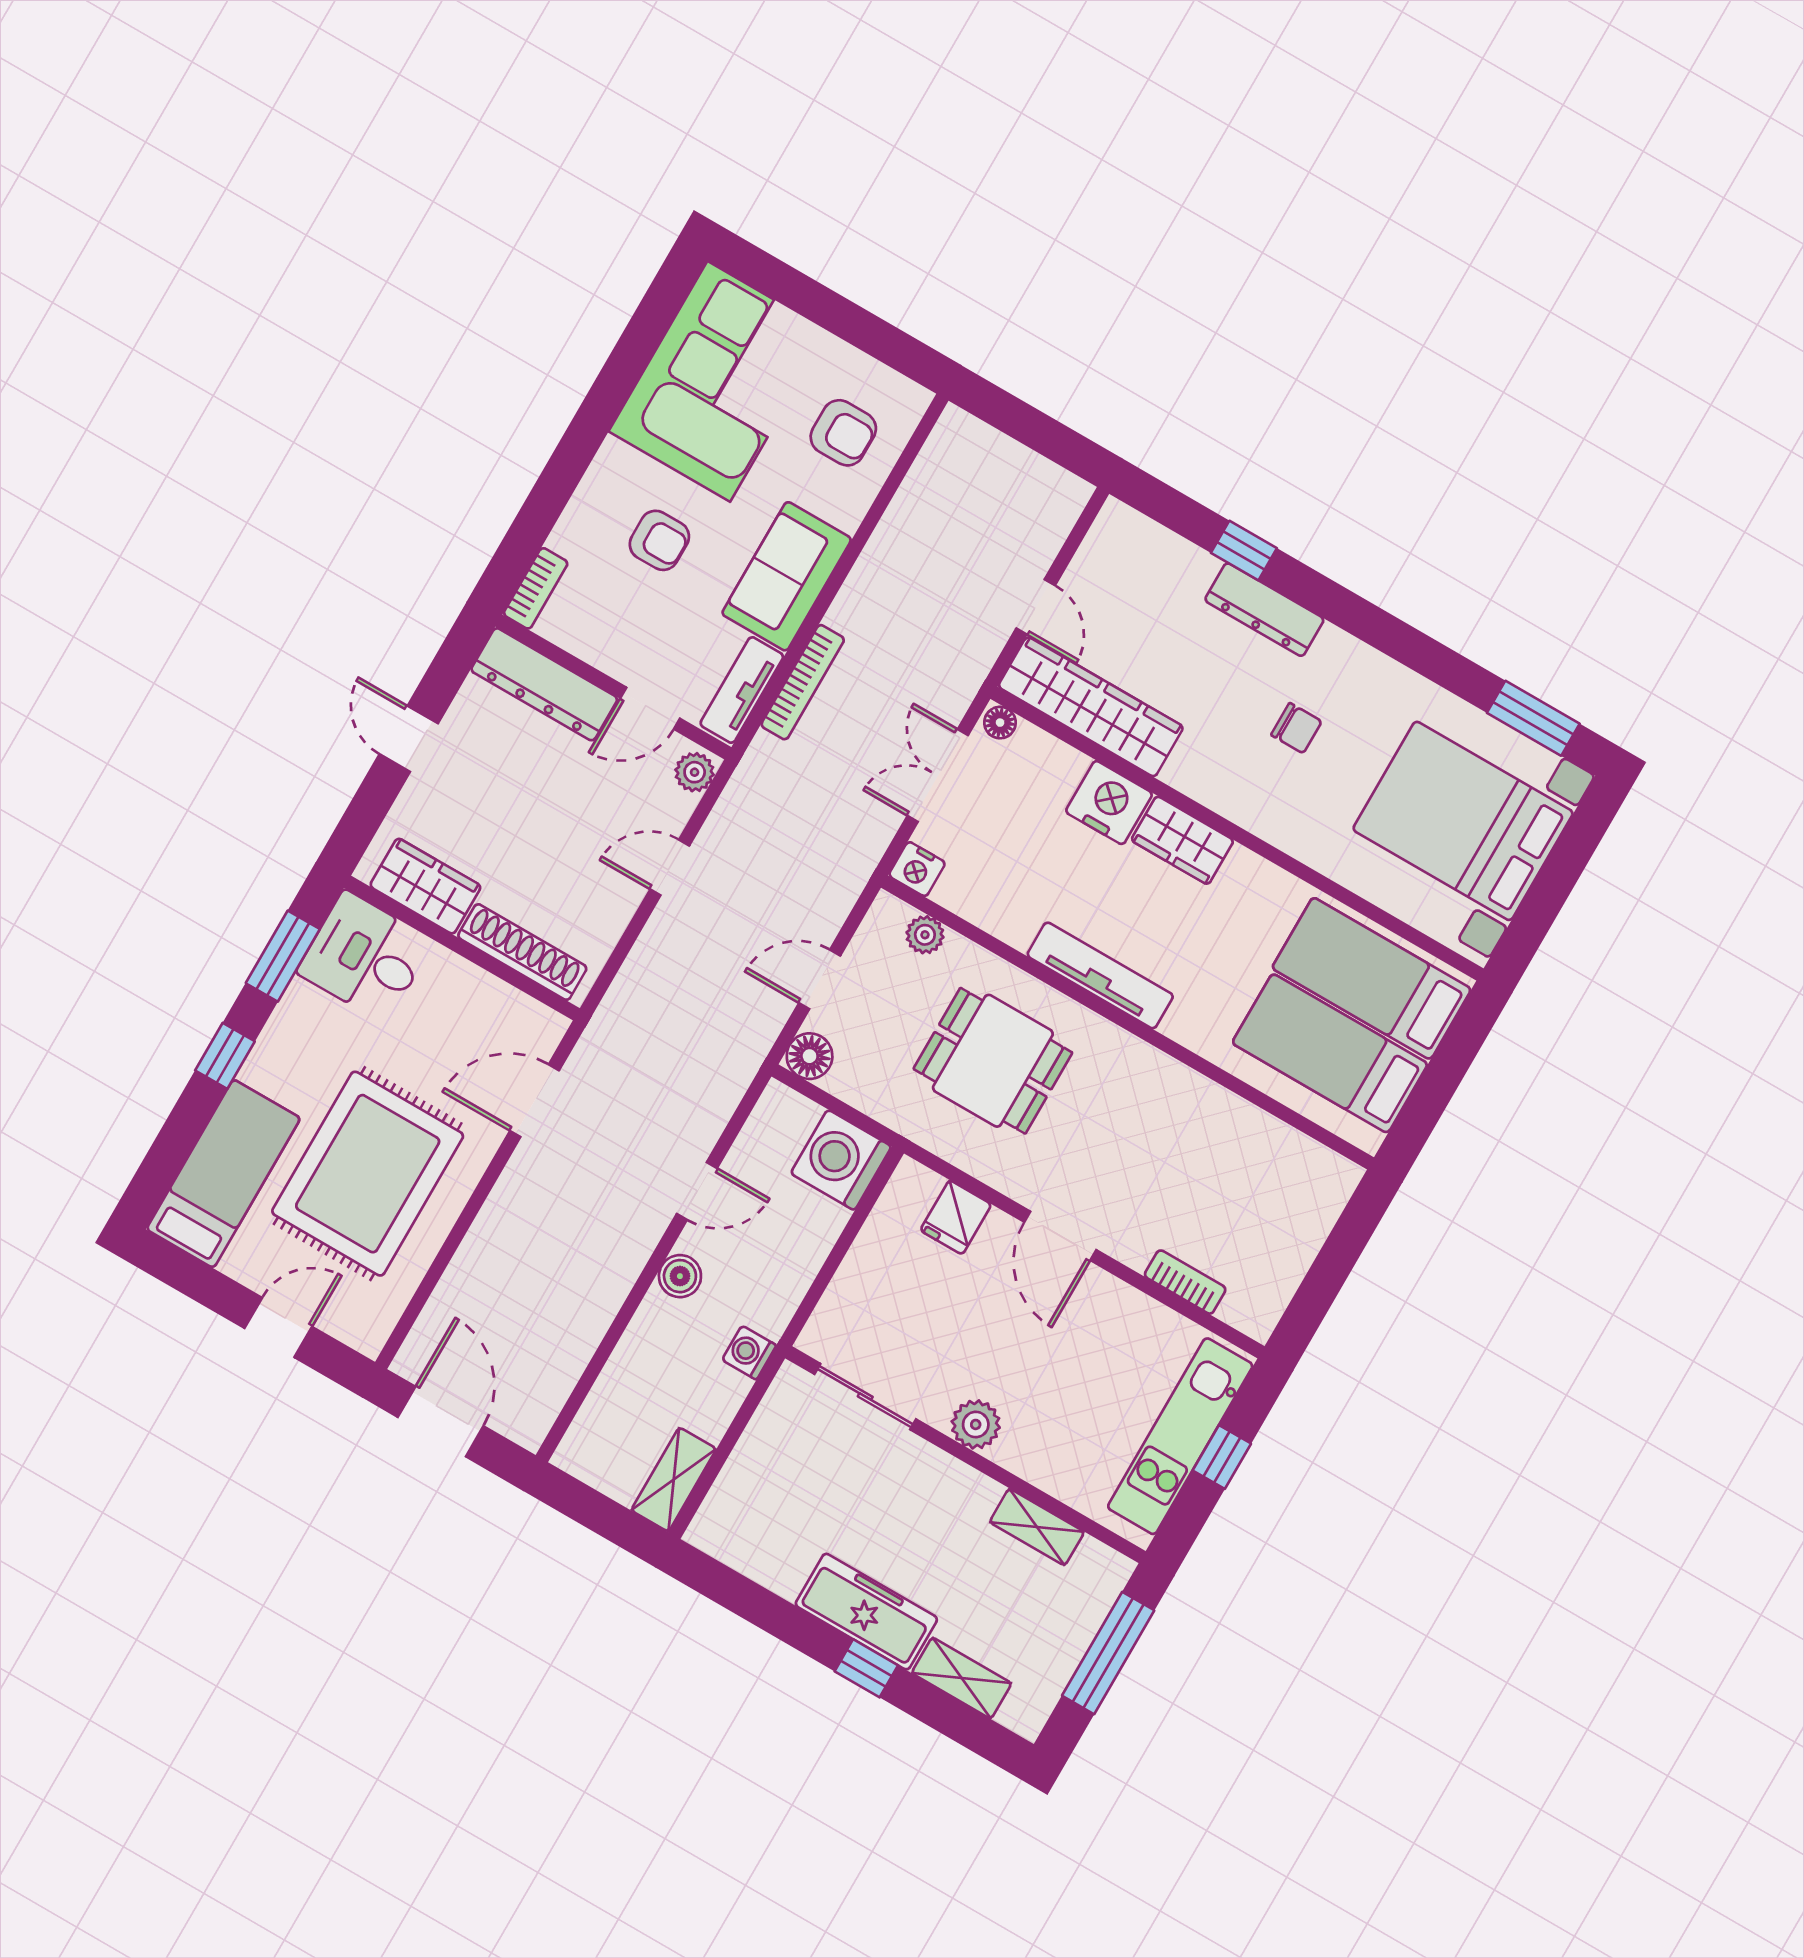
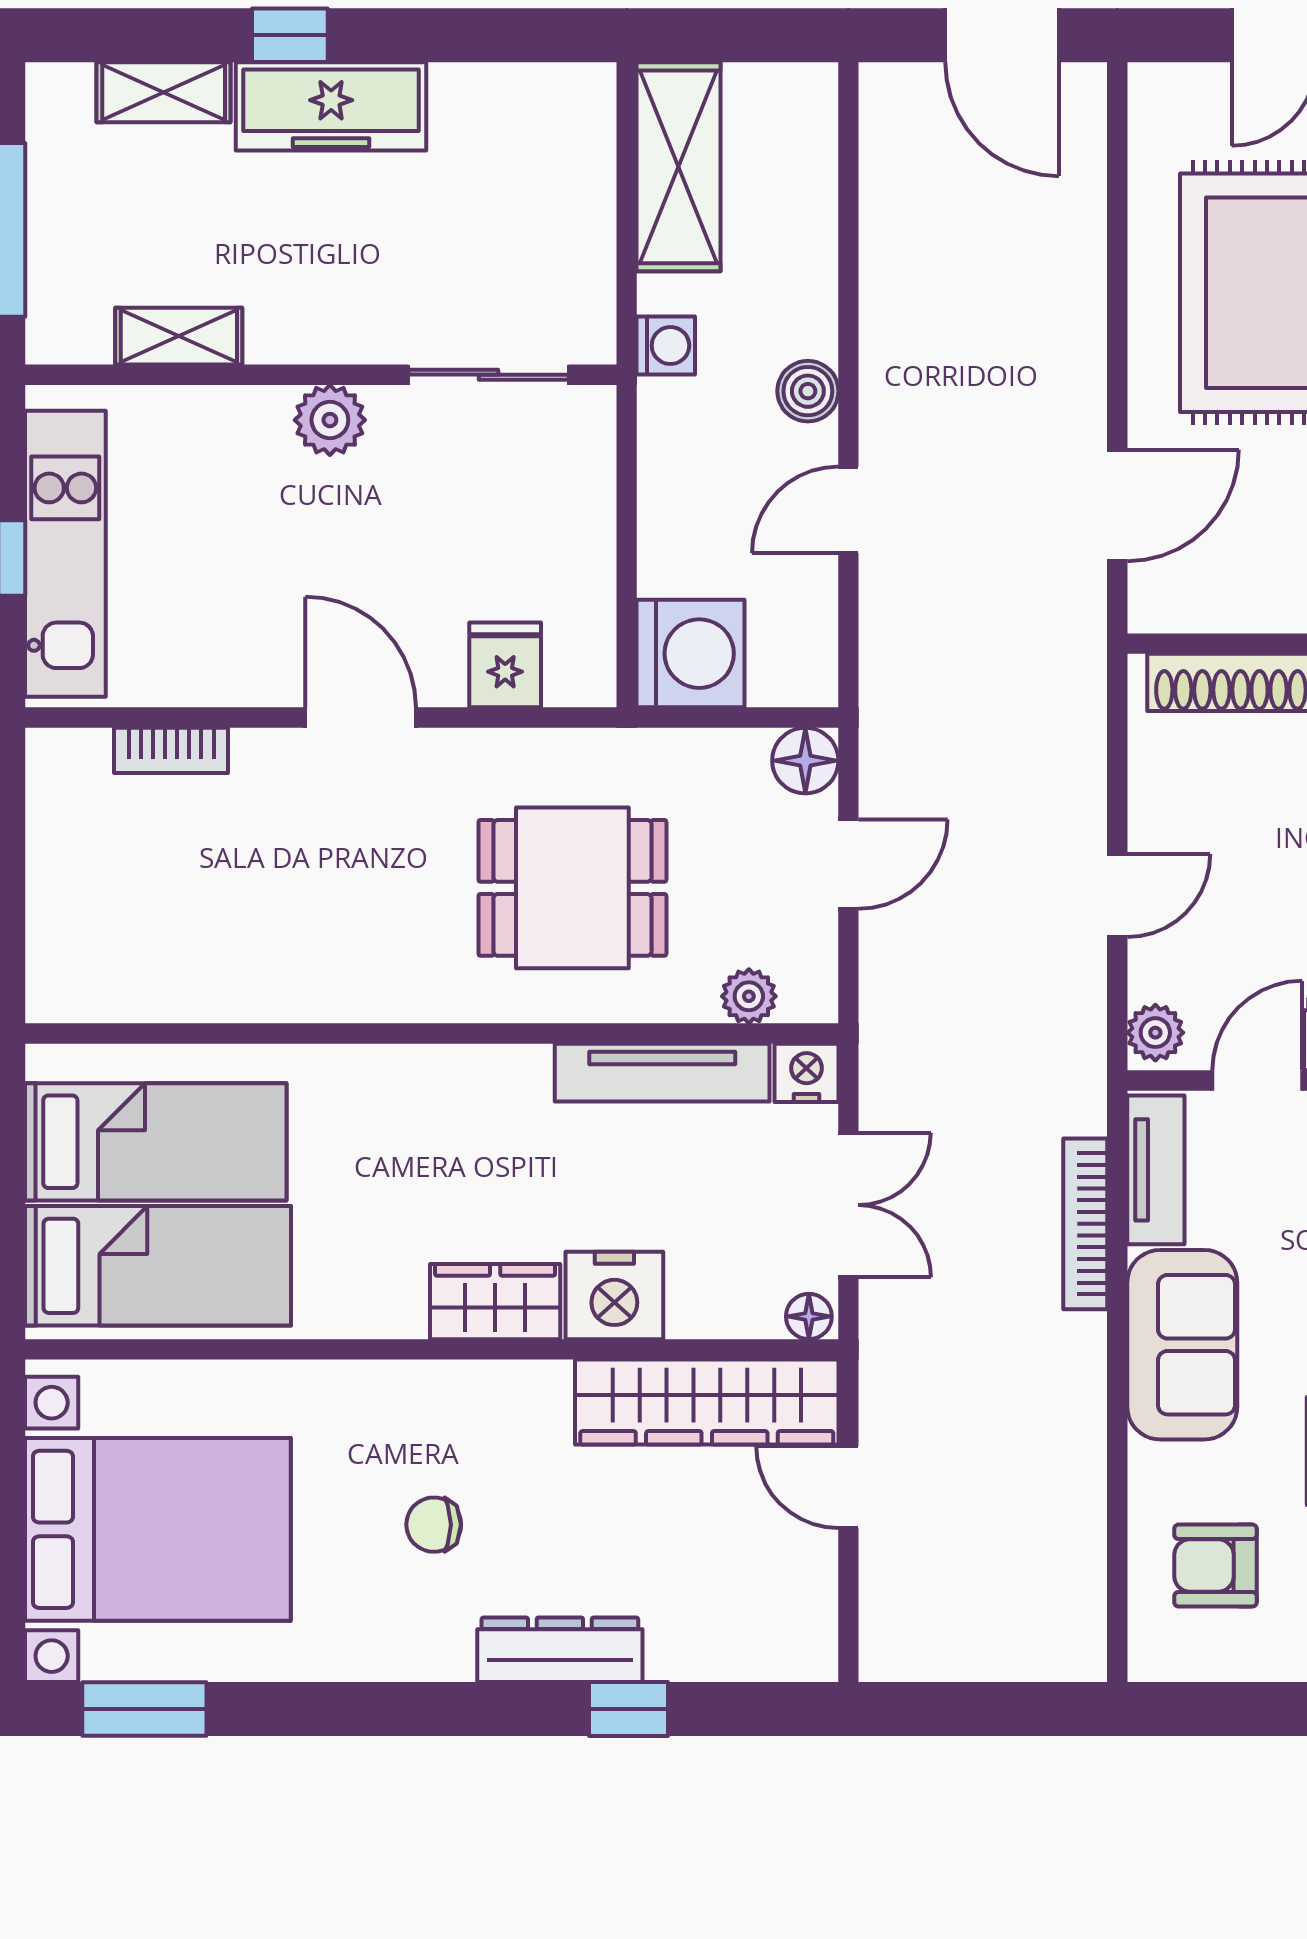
tv unit: (1100, 975) -> (662, 1073), moved
shelving: (674, 1480) -> (679, 167), width x1.50, depth x1.33

